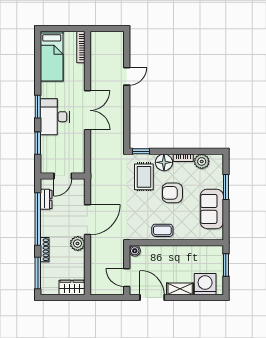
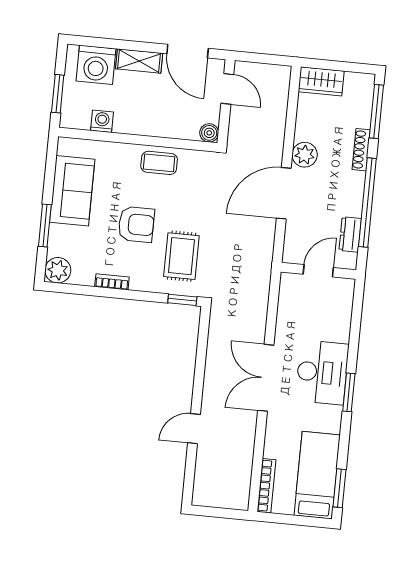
window: (38, 143) -> (339, 488), moved
plant: (202, 161) -> (58, 270), moved
floor lamp: (164, 162) -> (145, 277), removed
washing machine: (198, 251) -> (102, 121), added

